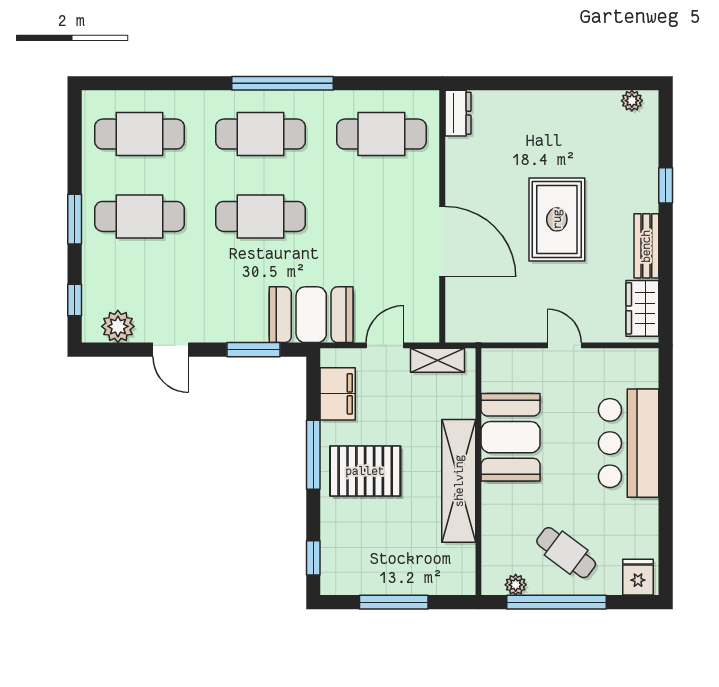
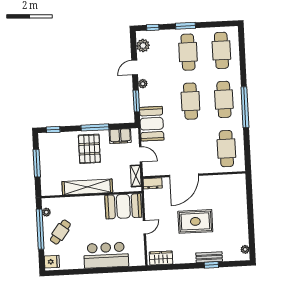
dresser: (458, 113) -> (153, 183), moved
bench: (646, 246) -> (209, 257), moved
plant: (212, 332) -> (143, 84), added
booth: (511, 437) -> (123, 206), moved

